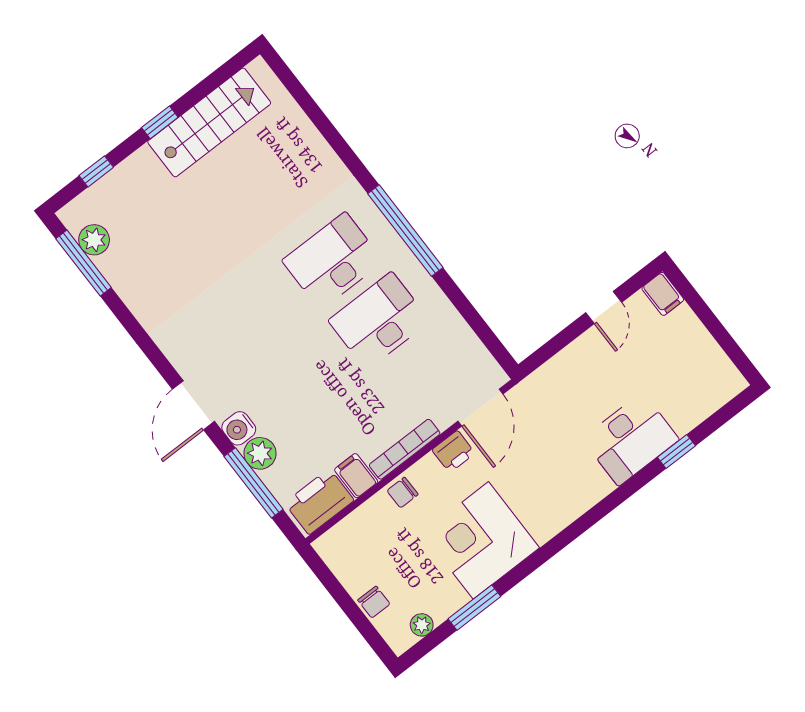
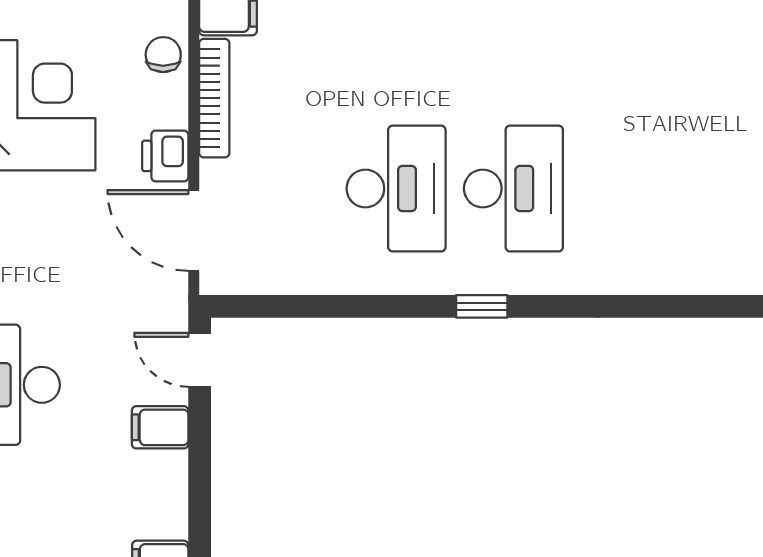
window: (405, 231) -> (482, 306), width x0.32
door: (604, 307) -> (200, 360), moved
filing cabinet: (594, 347) -> (160, 427), added

